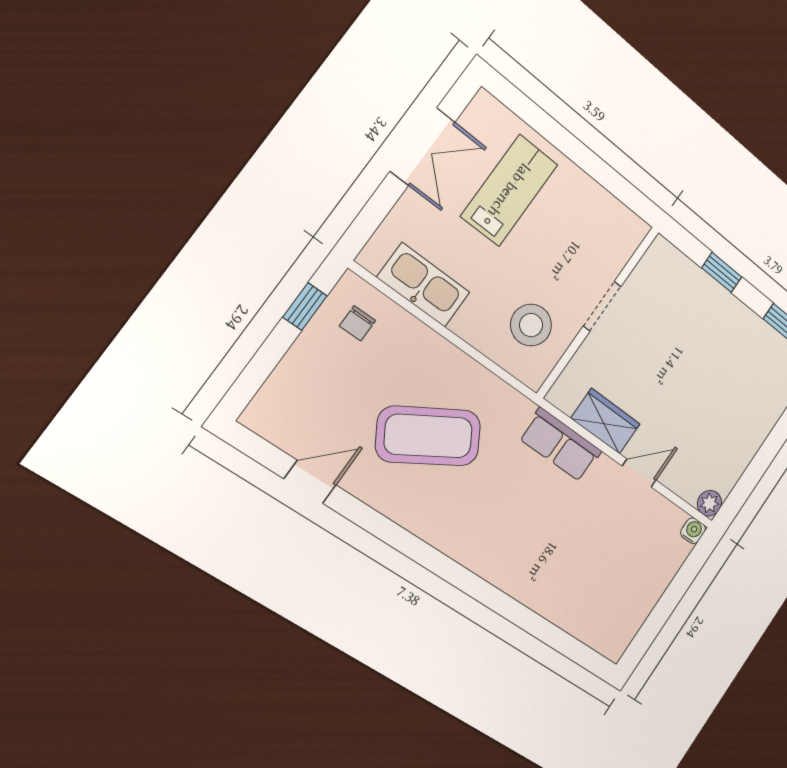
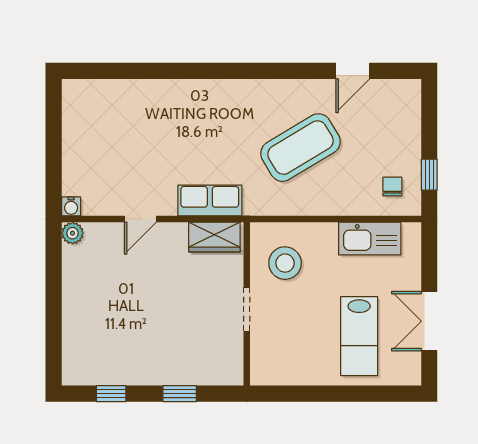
wardrobe: (606, 421) -> (214, 237), moved

